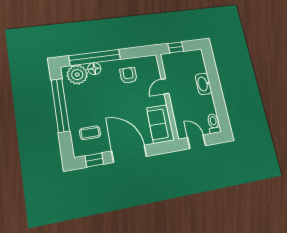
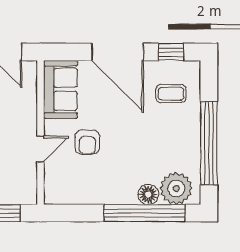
armchair: (128, 75) -> (87, 142), moved

